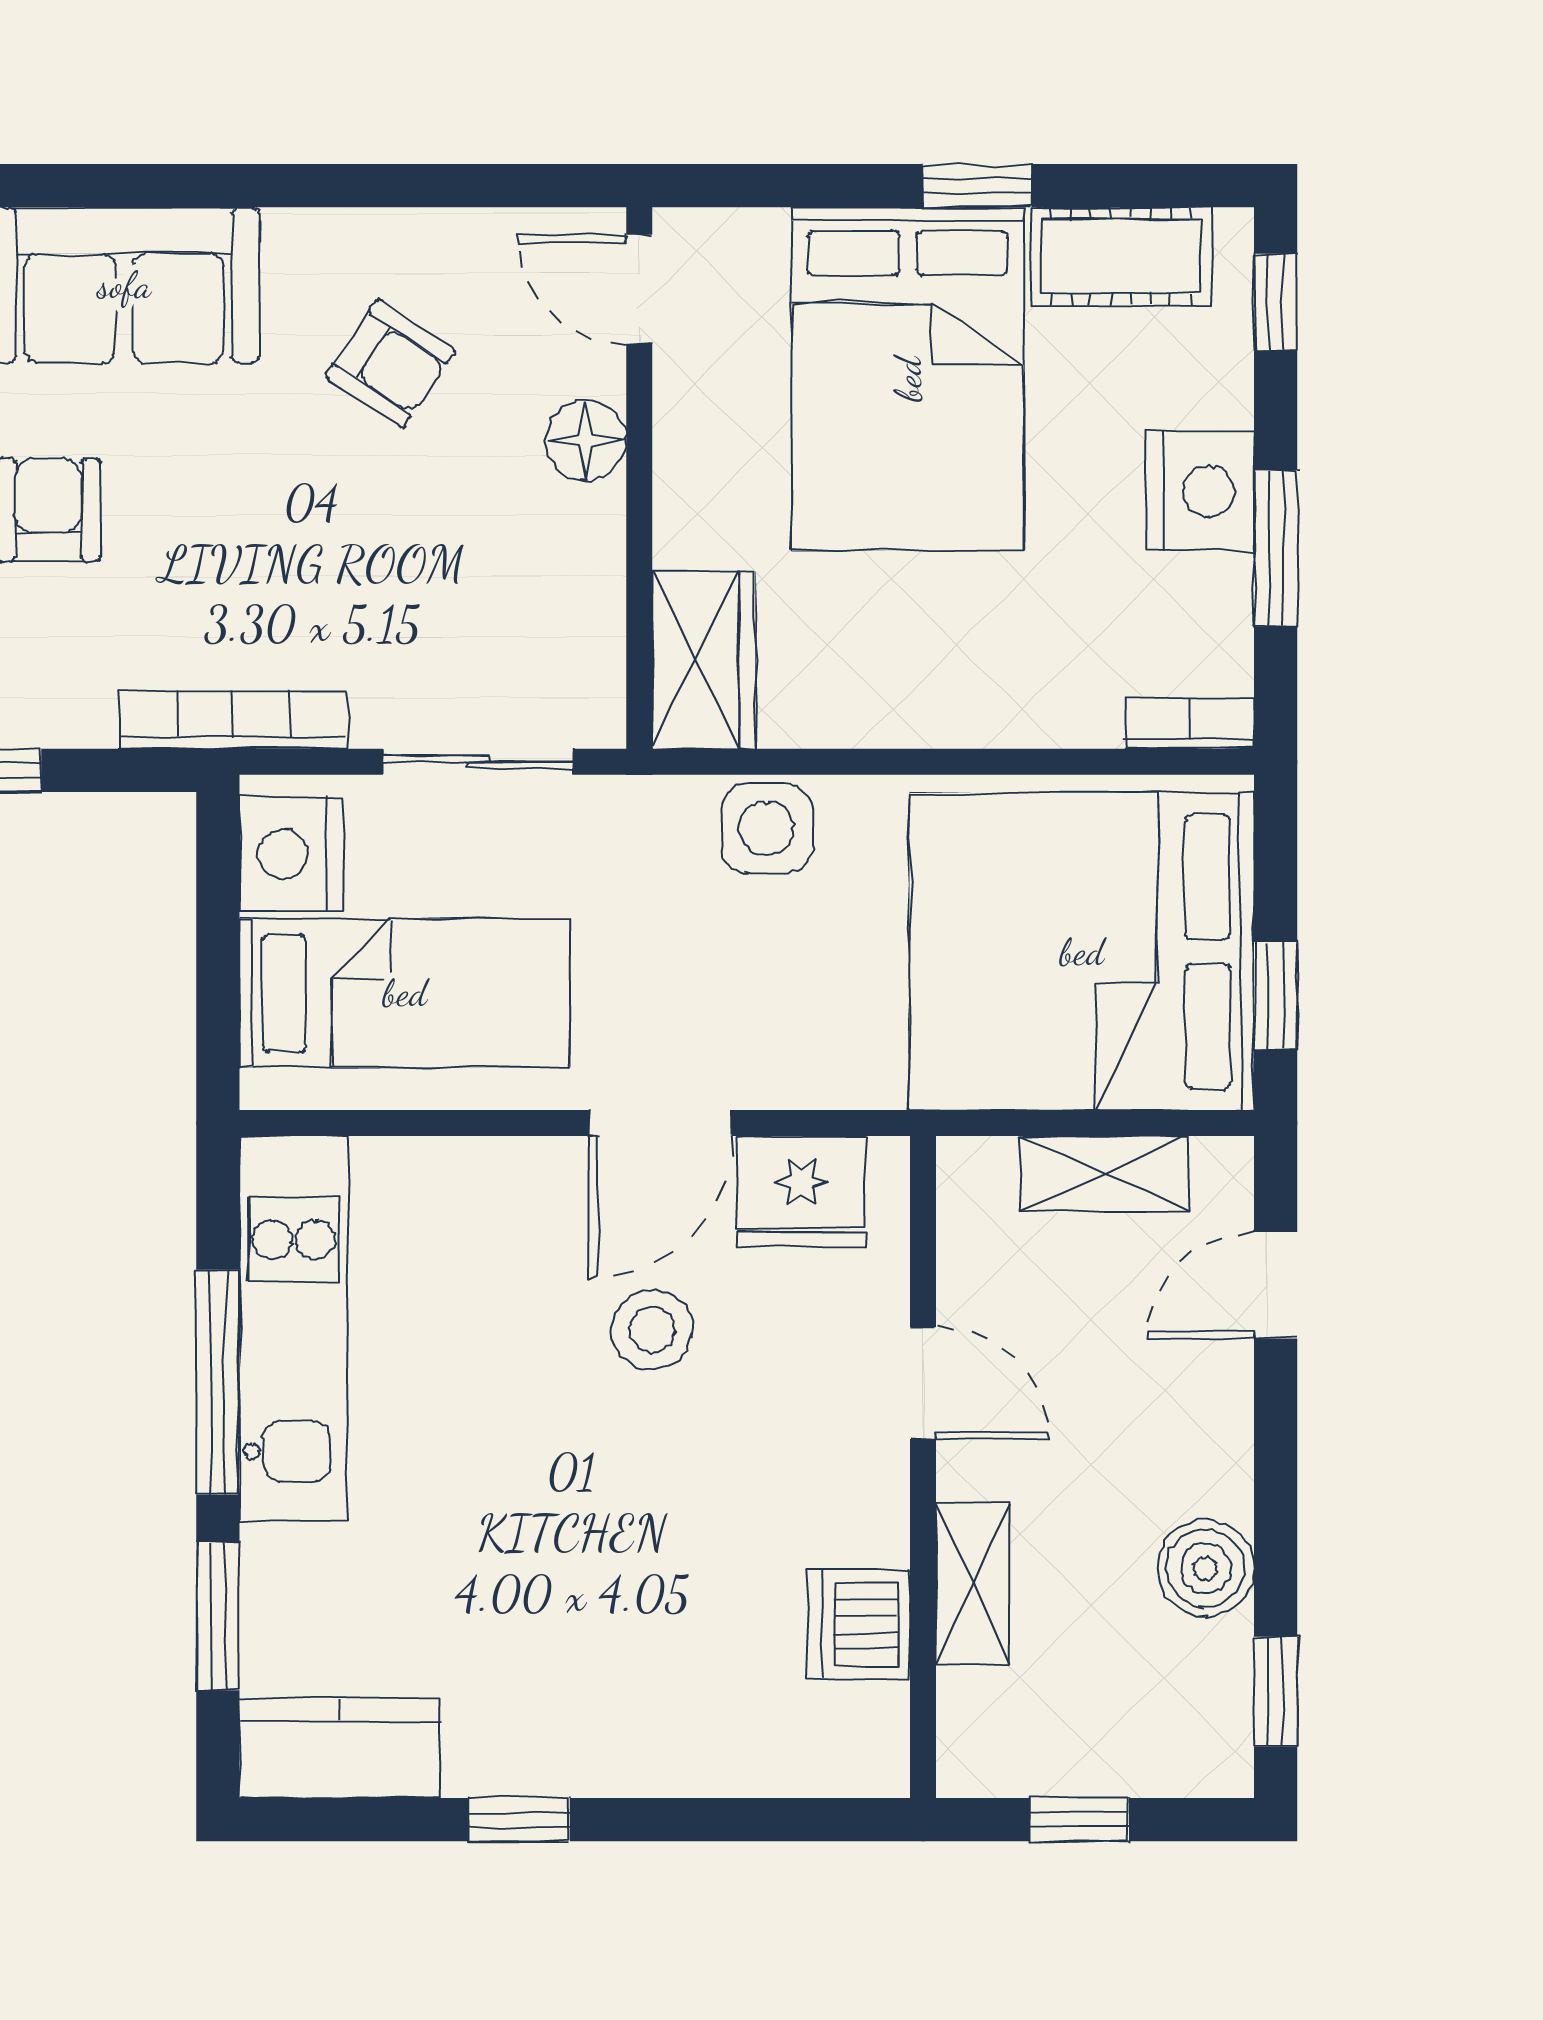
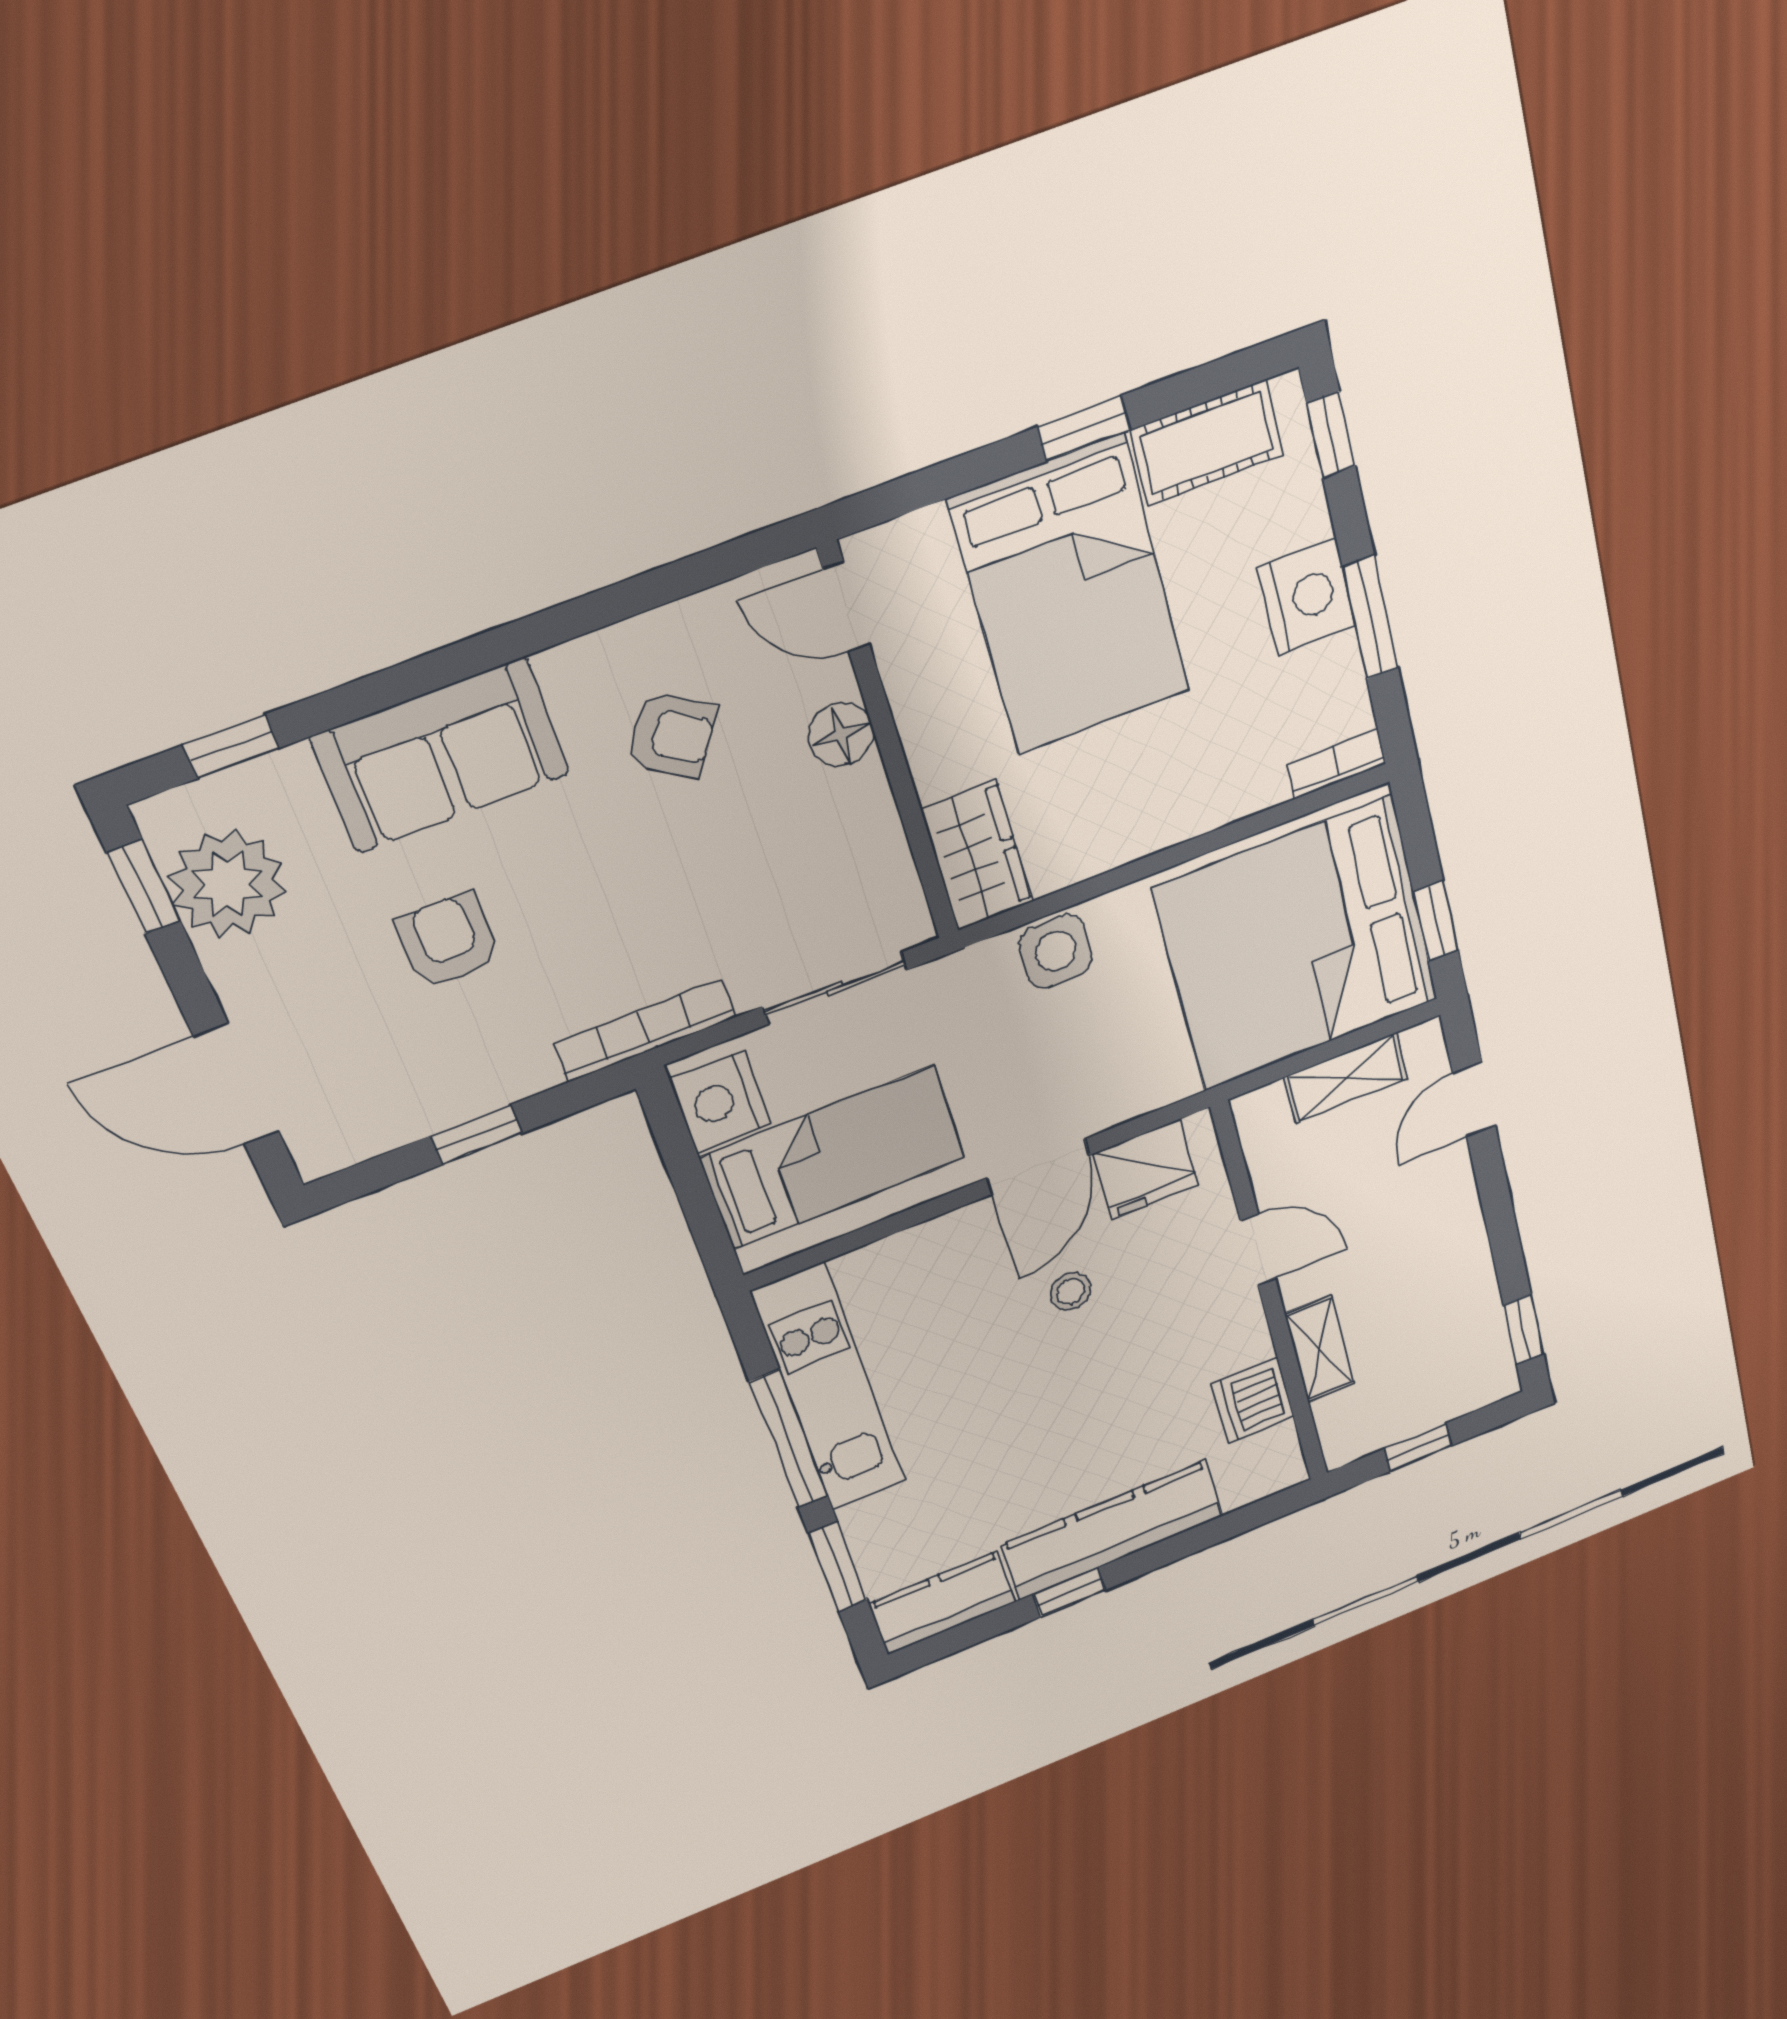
stool: (652, 1330) -> (1070, 1291), width x0.73, depth x0.73
boiler: (1206, 1568) -> (1465, 1280), removed
kitchen counter: (607, 1744) -> (1112, 1530), added

